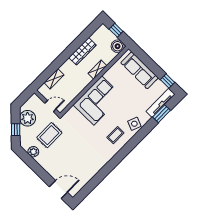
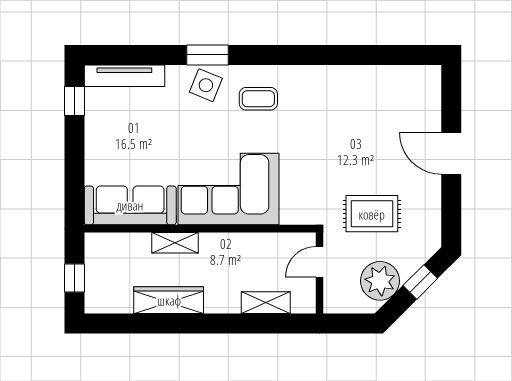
boiler: (118, 46) -> (100, 248), removed
sofa: (140, 70) -> (130, 205), moved, turned -90
door: (50, 106) -> (319, 262), hinge flipped
window: (162, 114) -> (208, 55), moved
plant: (33, 152) -> (428, 213), removed
door: (58, 190) -> (451, 153), moved

